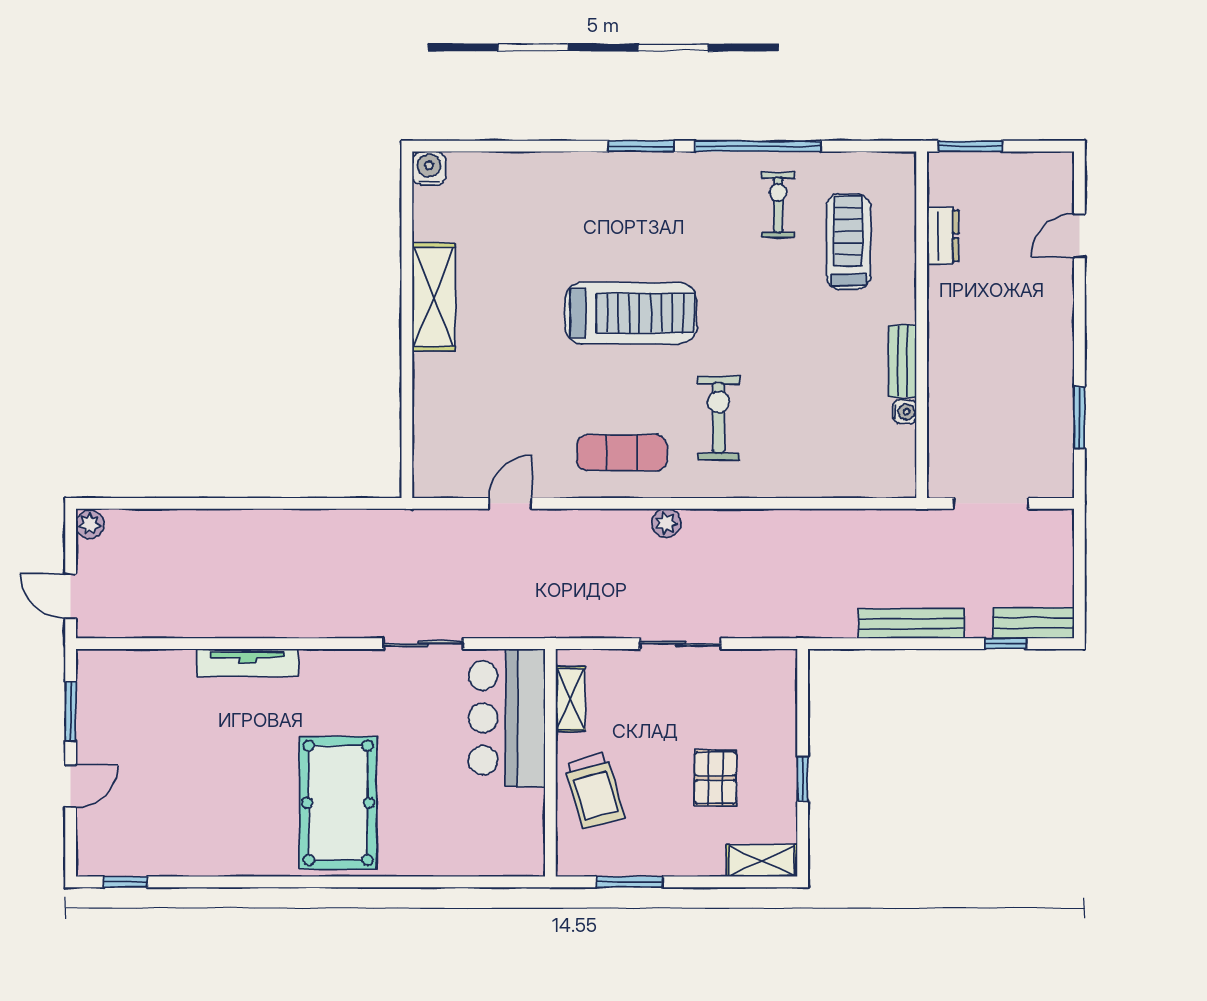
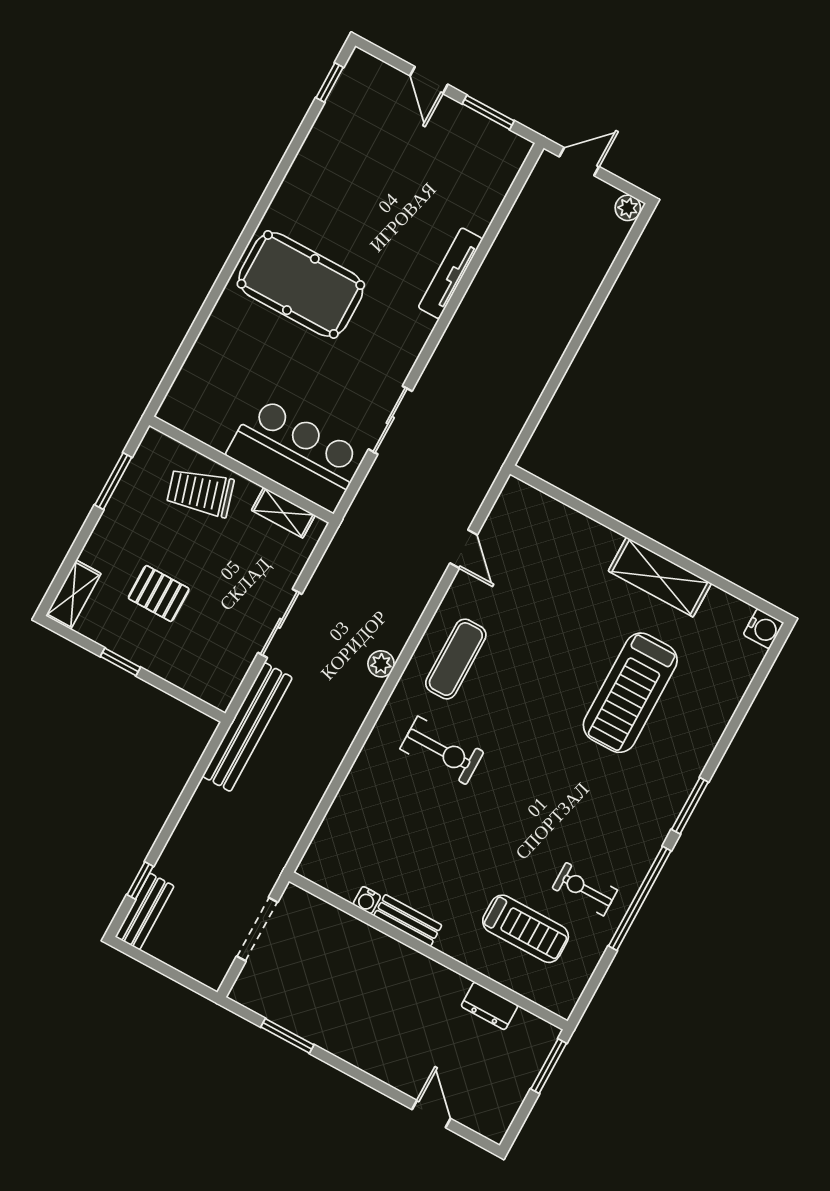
exercise bike: (778, 205) -> (585, 889), turned 180
treadmill: (631, 313) -> (630, 693), moved
bench: (911, 624) -> (247, 727), moved, width x1.37, depth x1.21

